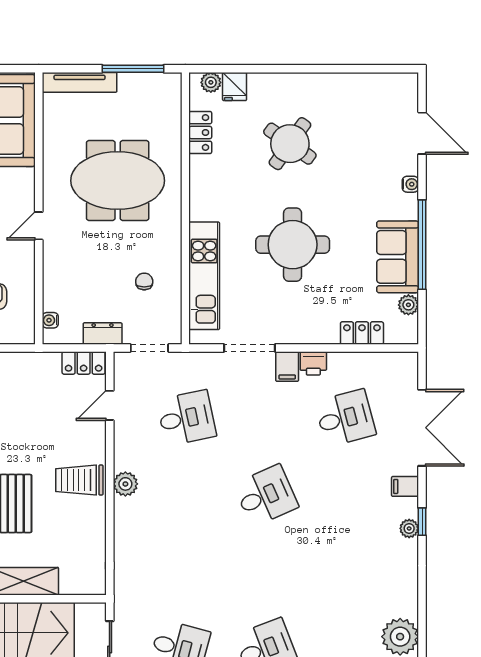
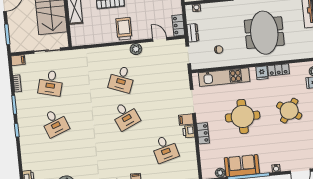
locker: (200, 132) -> (278, 70), moved
fridge: (203, 194) -> (262, 73), added
locker: (362, 333) -> (203, 133), moved
desk: (186, 418) -> (122, 79), moved, turned 33
plant: (125, 484) -> (136, 49), moved

